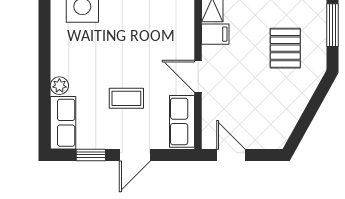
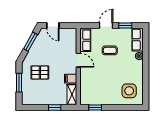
pallet: (285, 48) -> (40, 72), turned 90
window: (307, 118) -> (30, 42), added
door: (231, 155) -> (53, 25), moved

